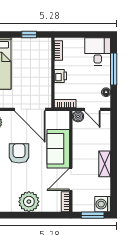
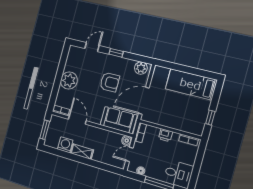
sofa: (58, 149) -> (119, 120), moved
washing machine: (103, 204) -> (65, 145), moved

